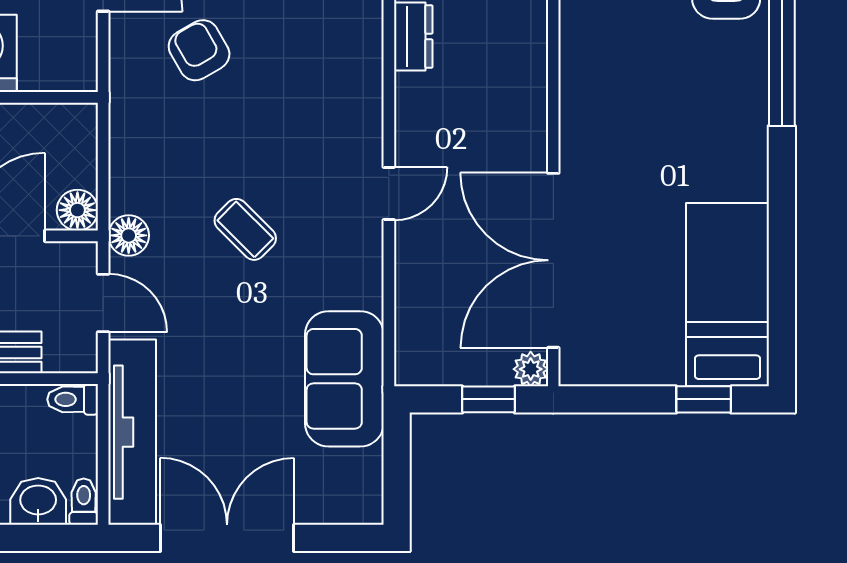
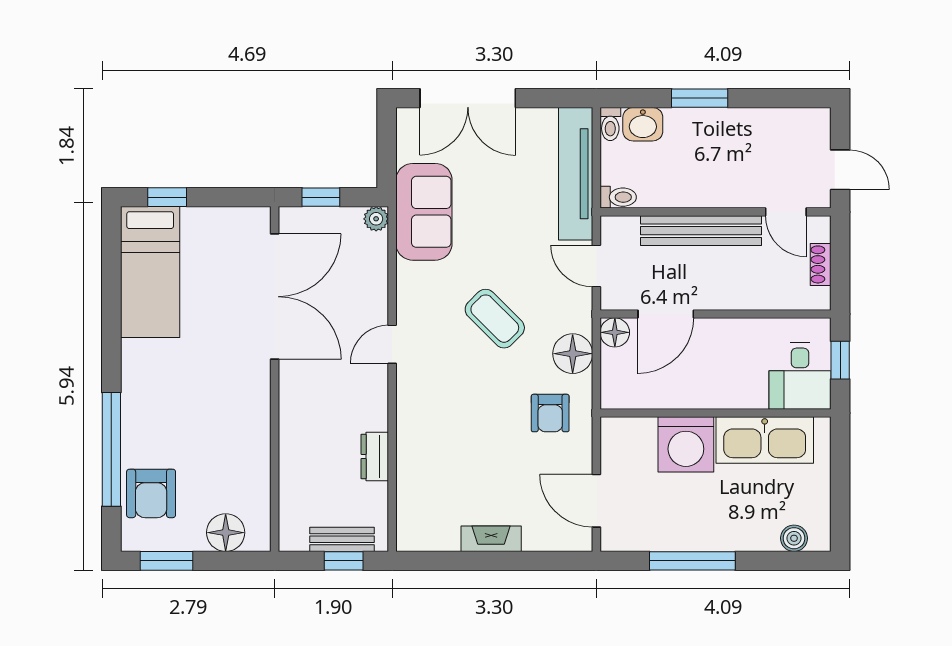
armchair: (199, 50) -> (550, 413), moved, turned 30
coffee table: (245, 229) -> (495, 319), width x1.36, depth x1.30
floor lamp: (129, 235) -> (573, 354), moved, width x1.38, depth x1.38
plant: (531, 369) -> (376, 219), moved
double door: (227, 538) -> (468, 98), moved

